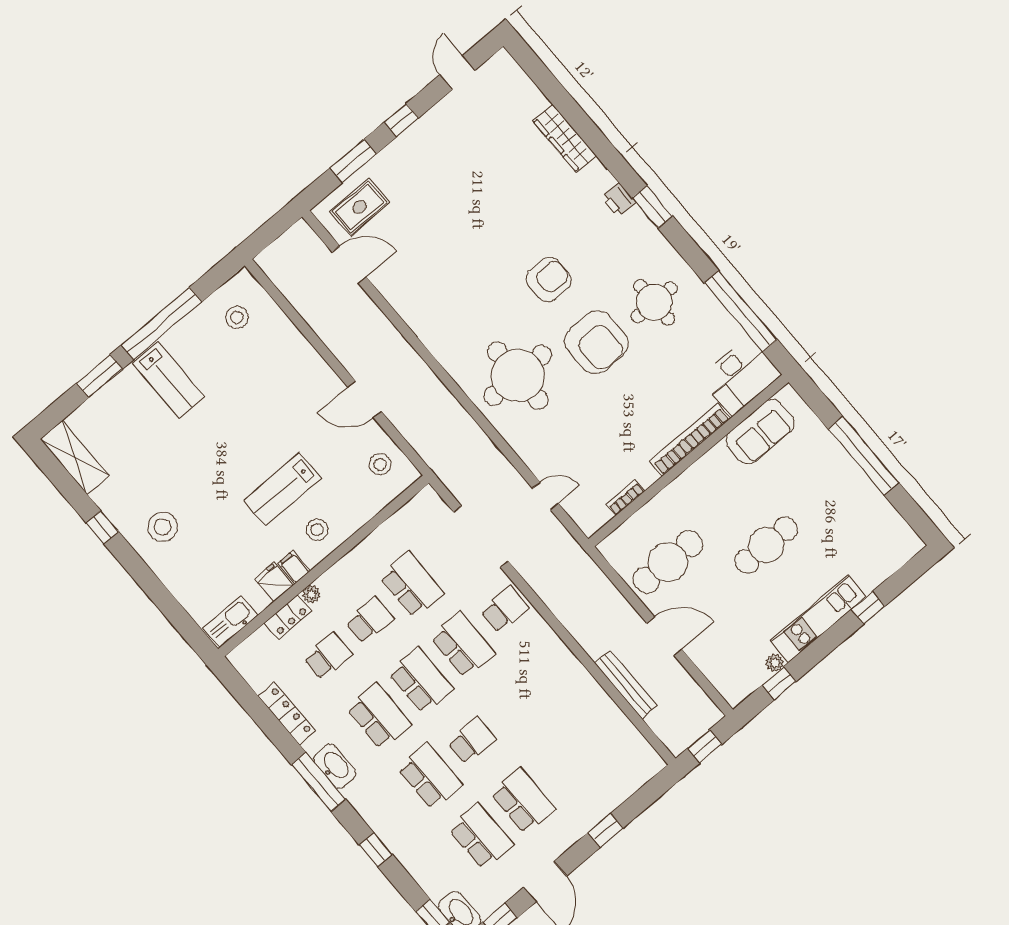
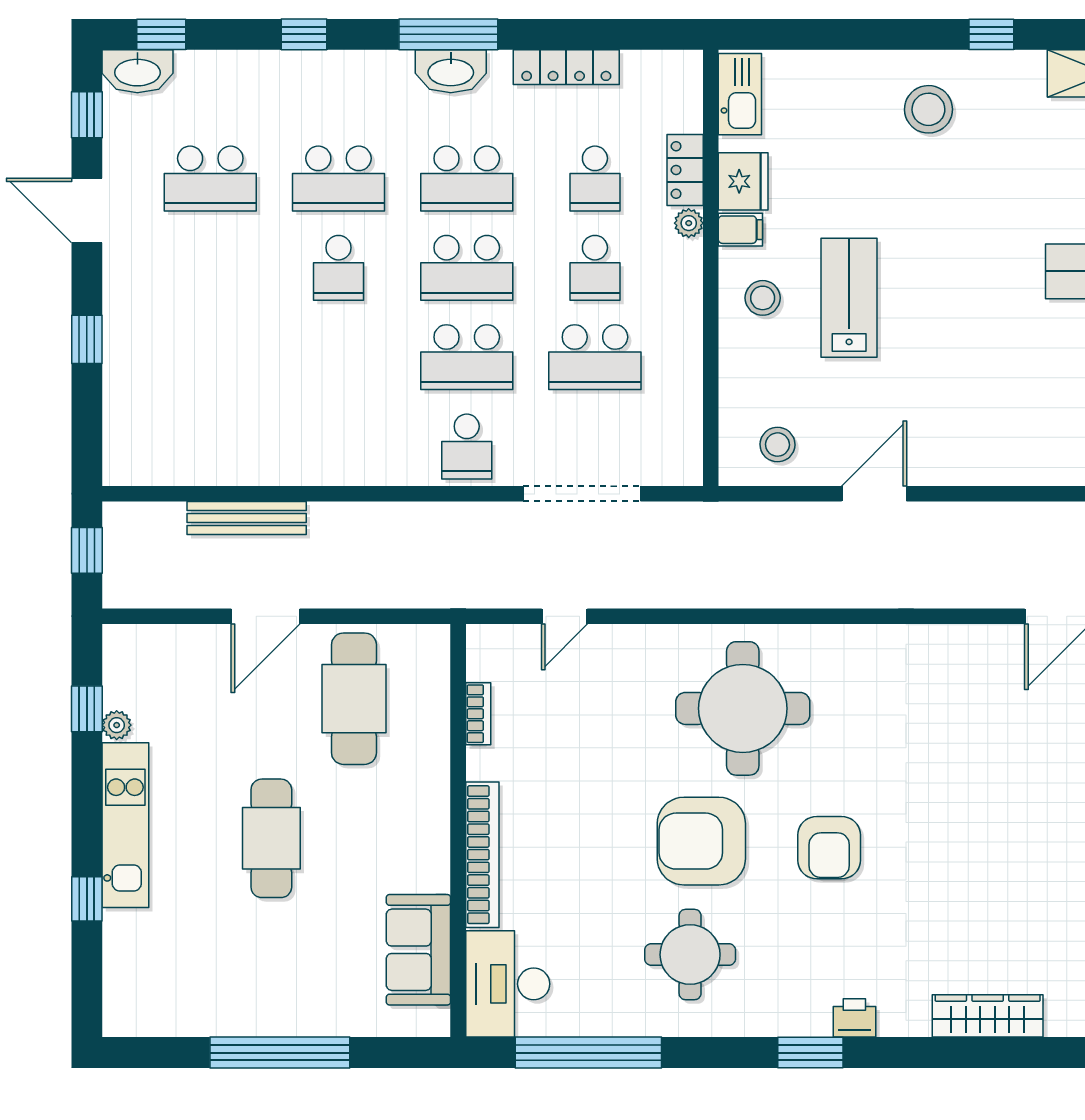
fridge: (274, 582) -> (743, 181), width x1.38
school desk: (523, 801) -> (210, 268), removed

